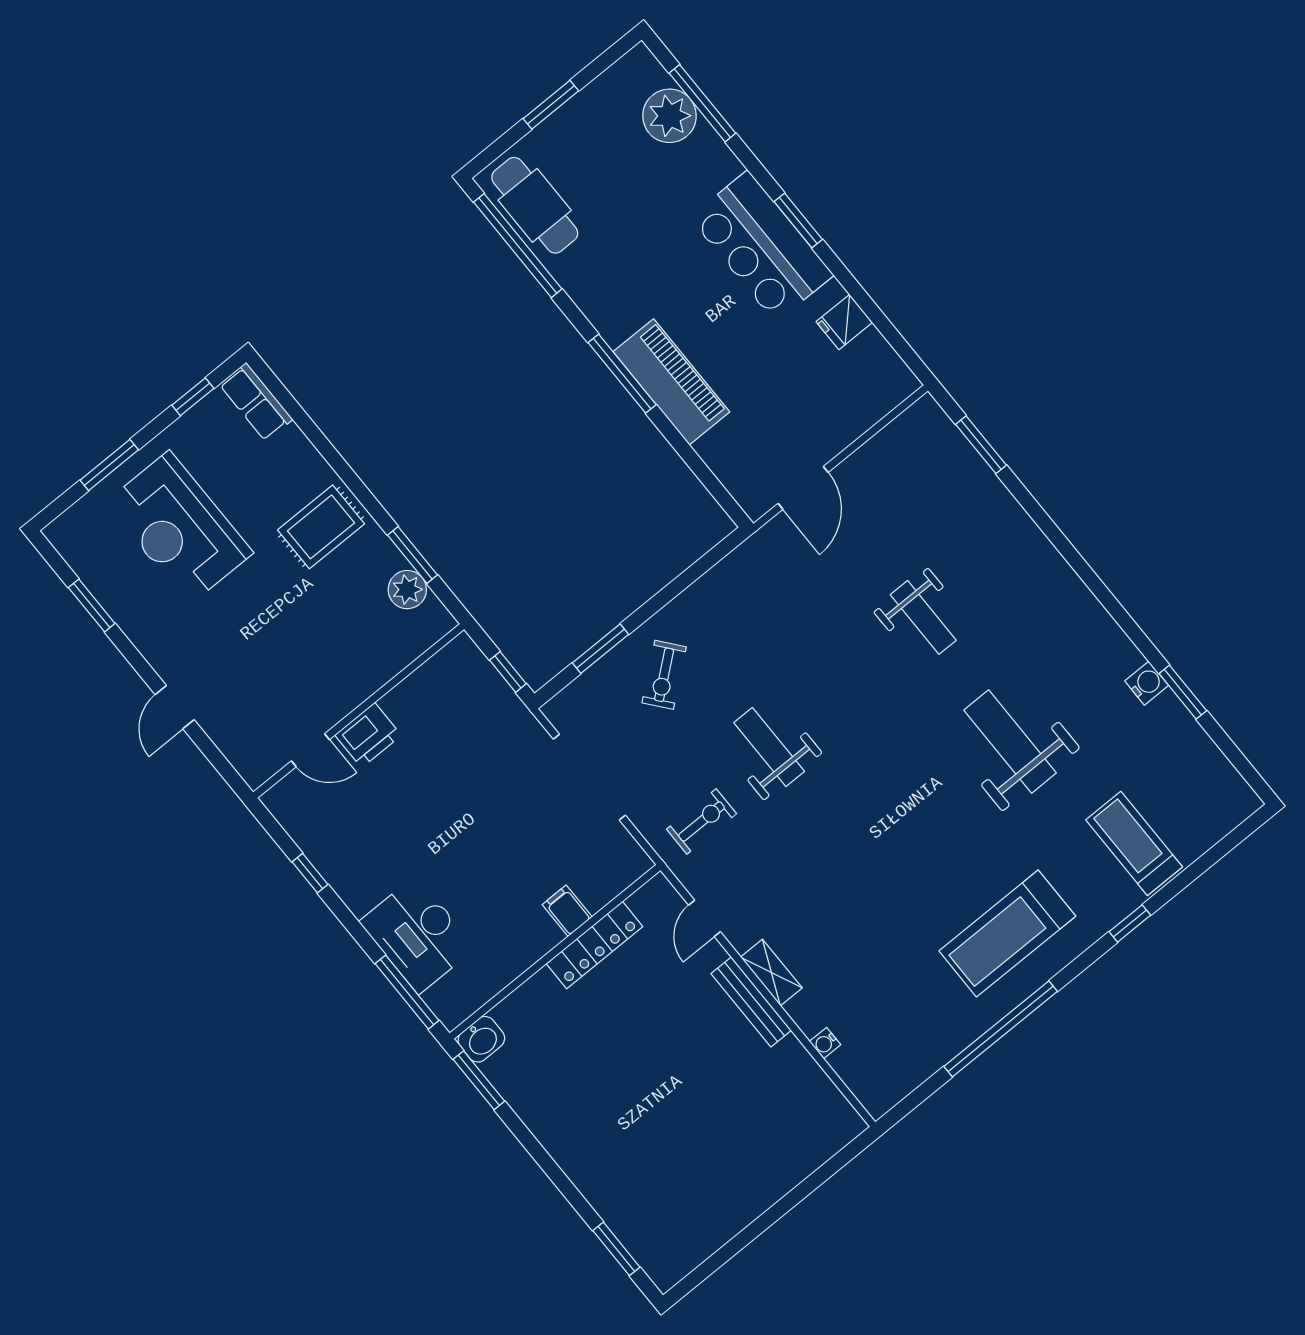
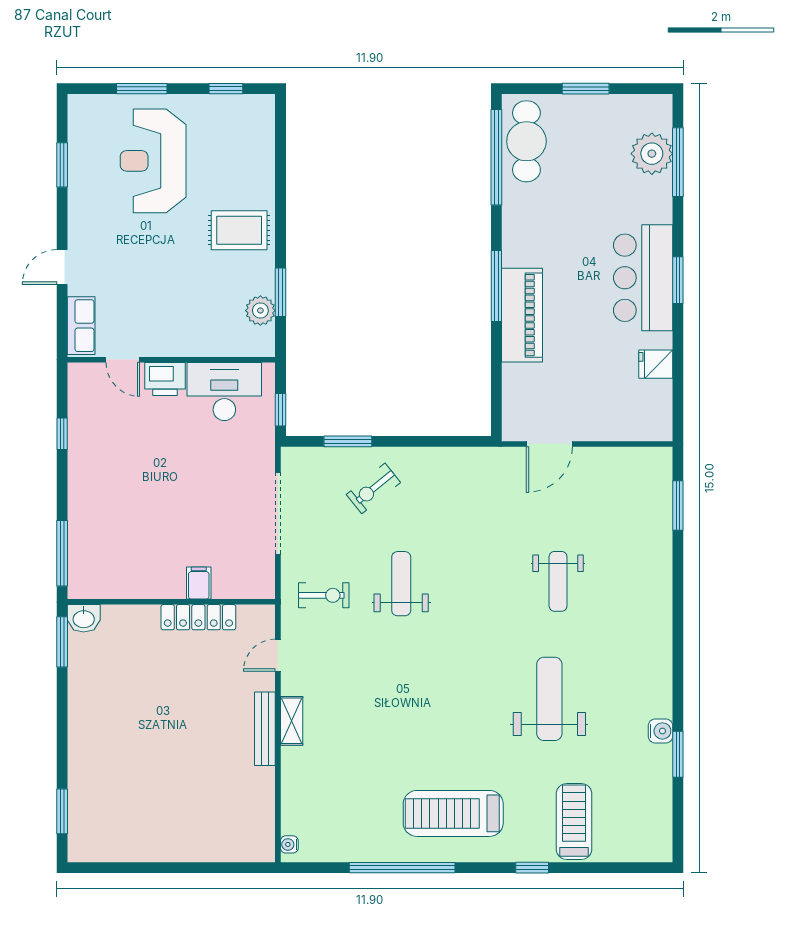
row of seats: (256, 402) -> (81, 326), moved, turned 180
desk: (417, 935) -> (224, 391), moved, turned 90
water cooler: (825, 1043) -> (289, 844), moved

